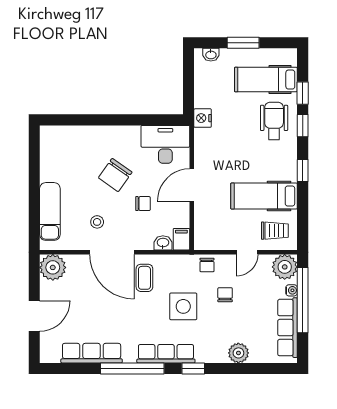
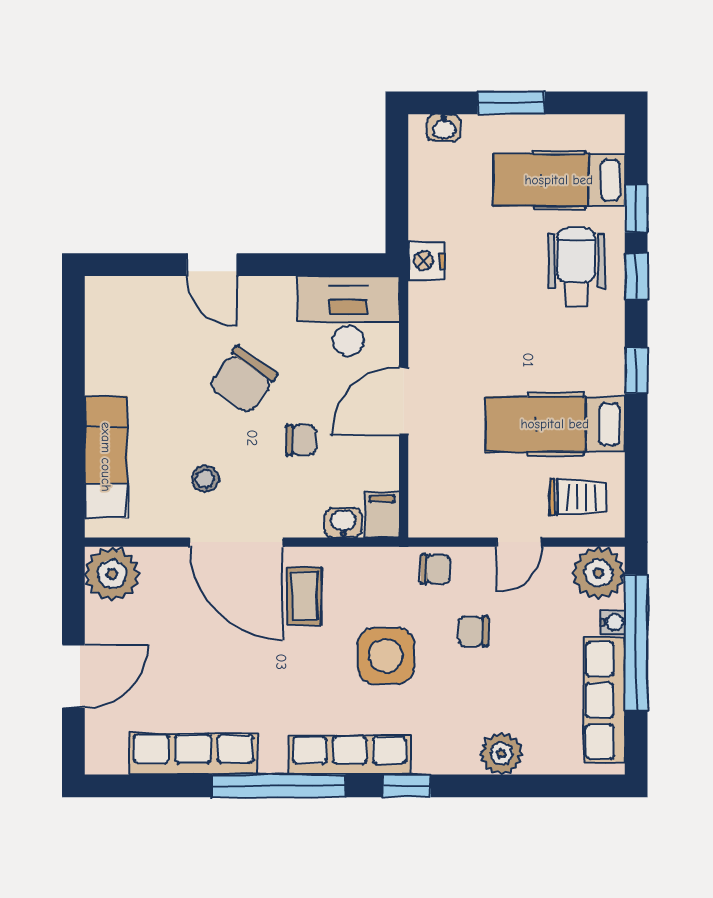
door: (100, 120) -> (212, 265), added
chair: (207, 265) -> (436, 569), turned -90
chair: (225, 295) -> (473, 631), turned -90

